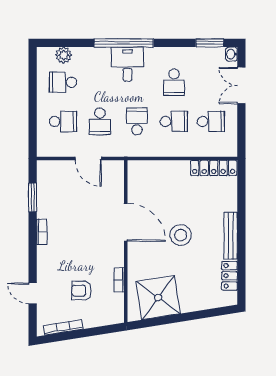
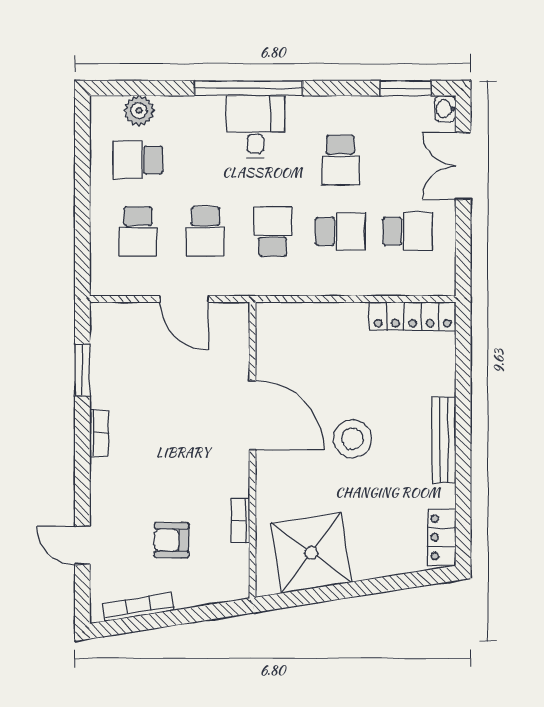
school desk: (63, 121) -> (138, 231), turned 90
locker: (230, 276) -> (442, 537), moved

